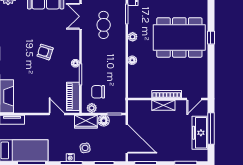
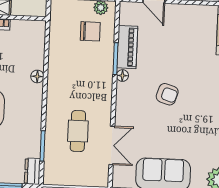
plant: (133, 37) -> (35, 112), removed
piano: (73, 96) -> (127, 47), moved

